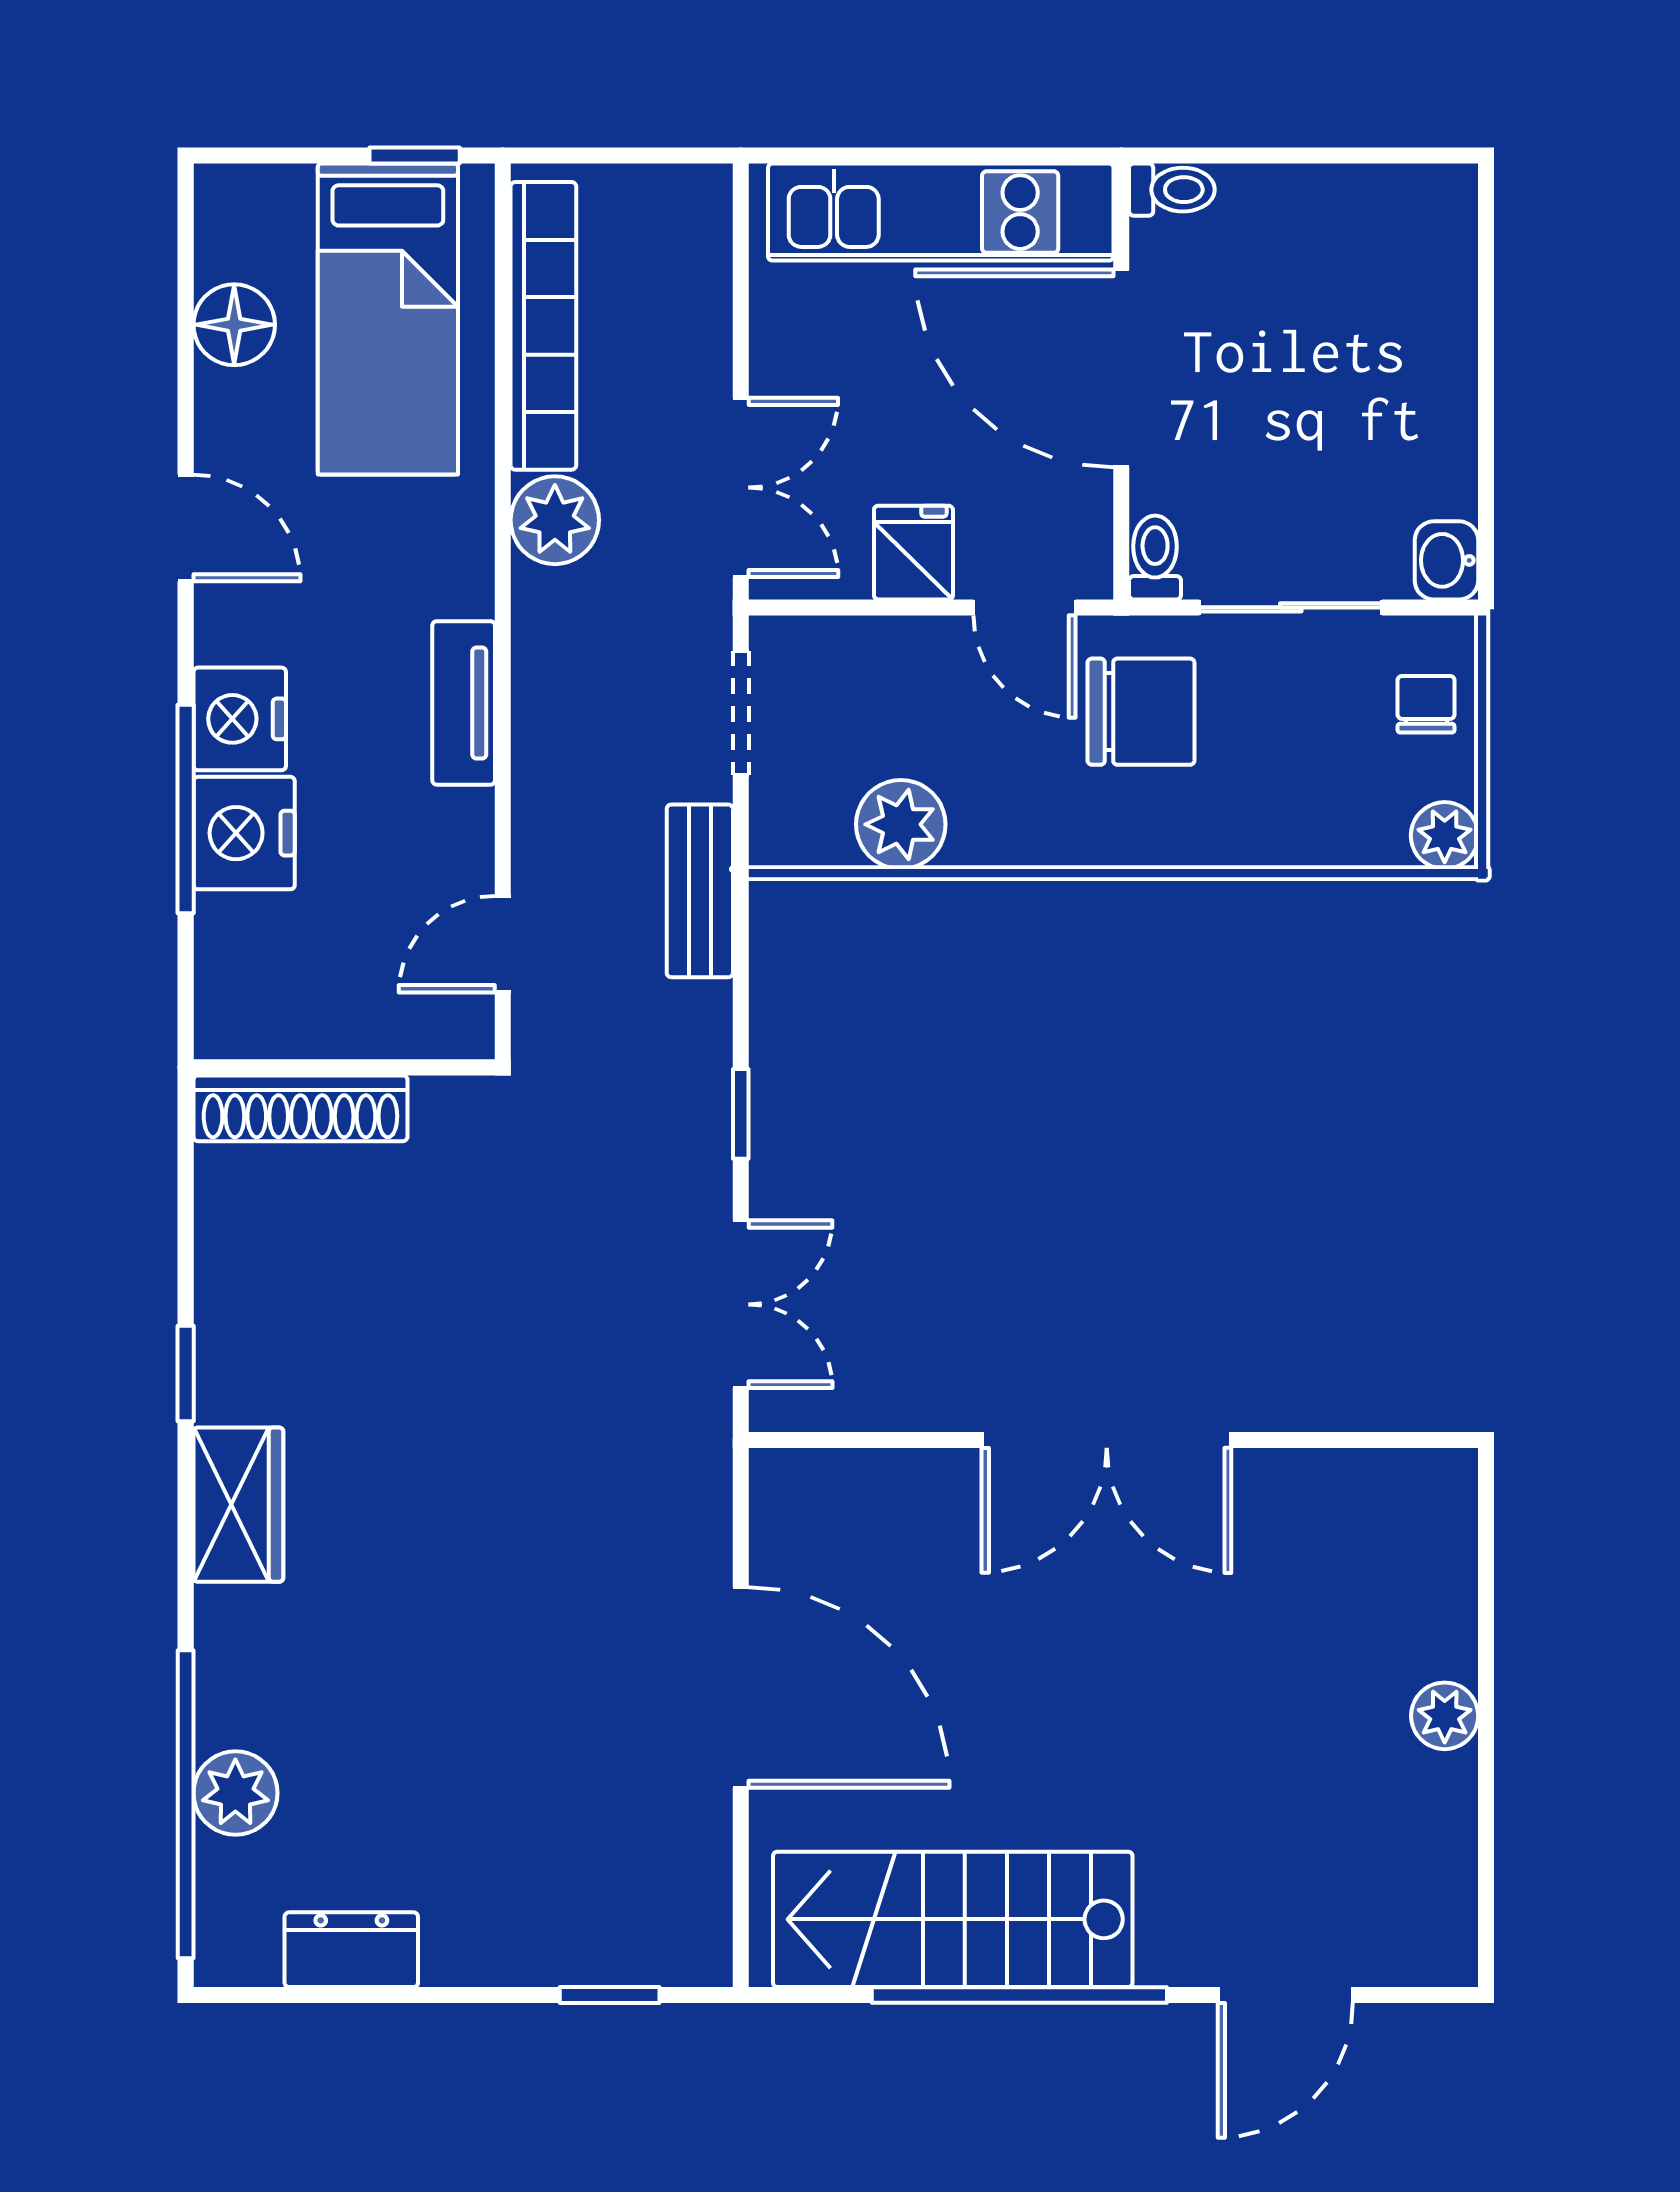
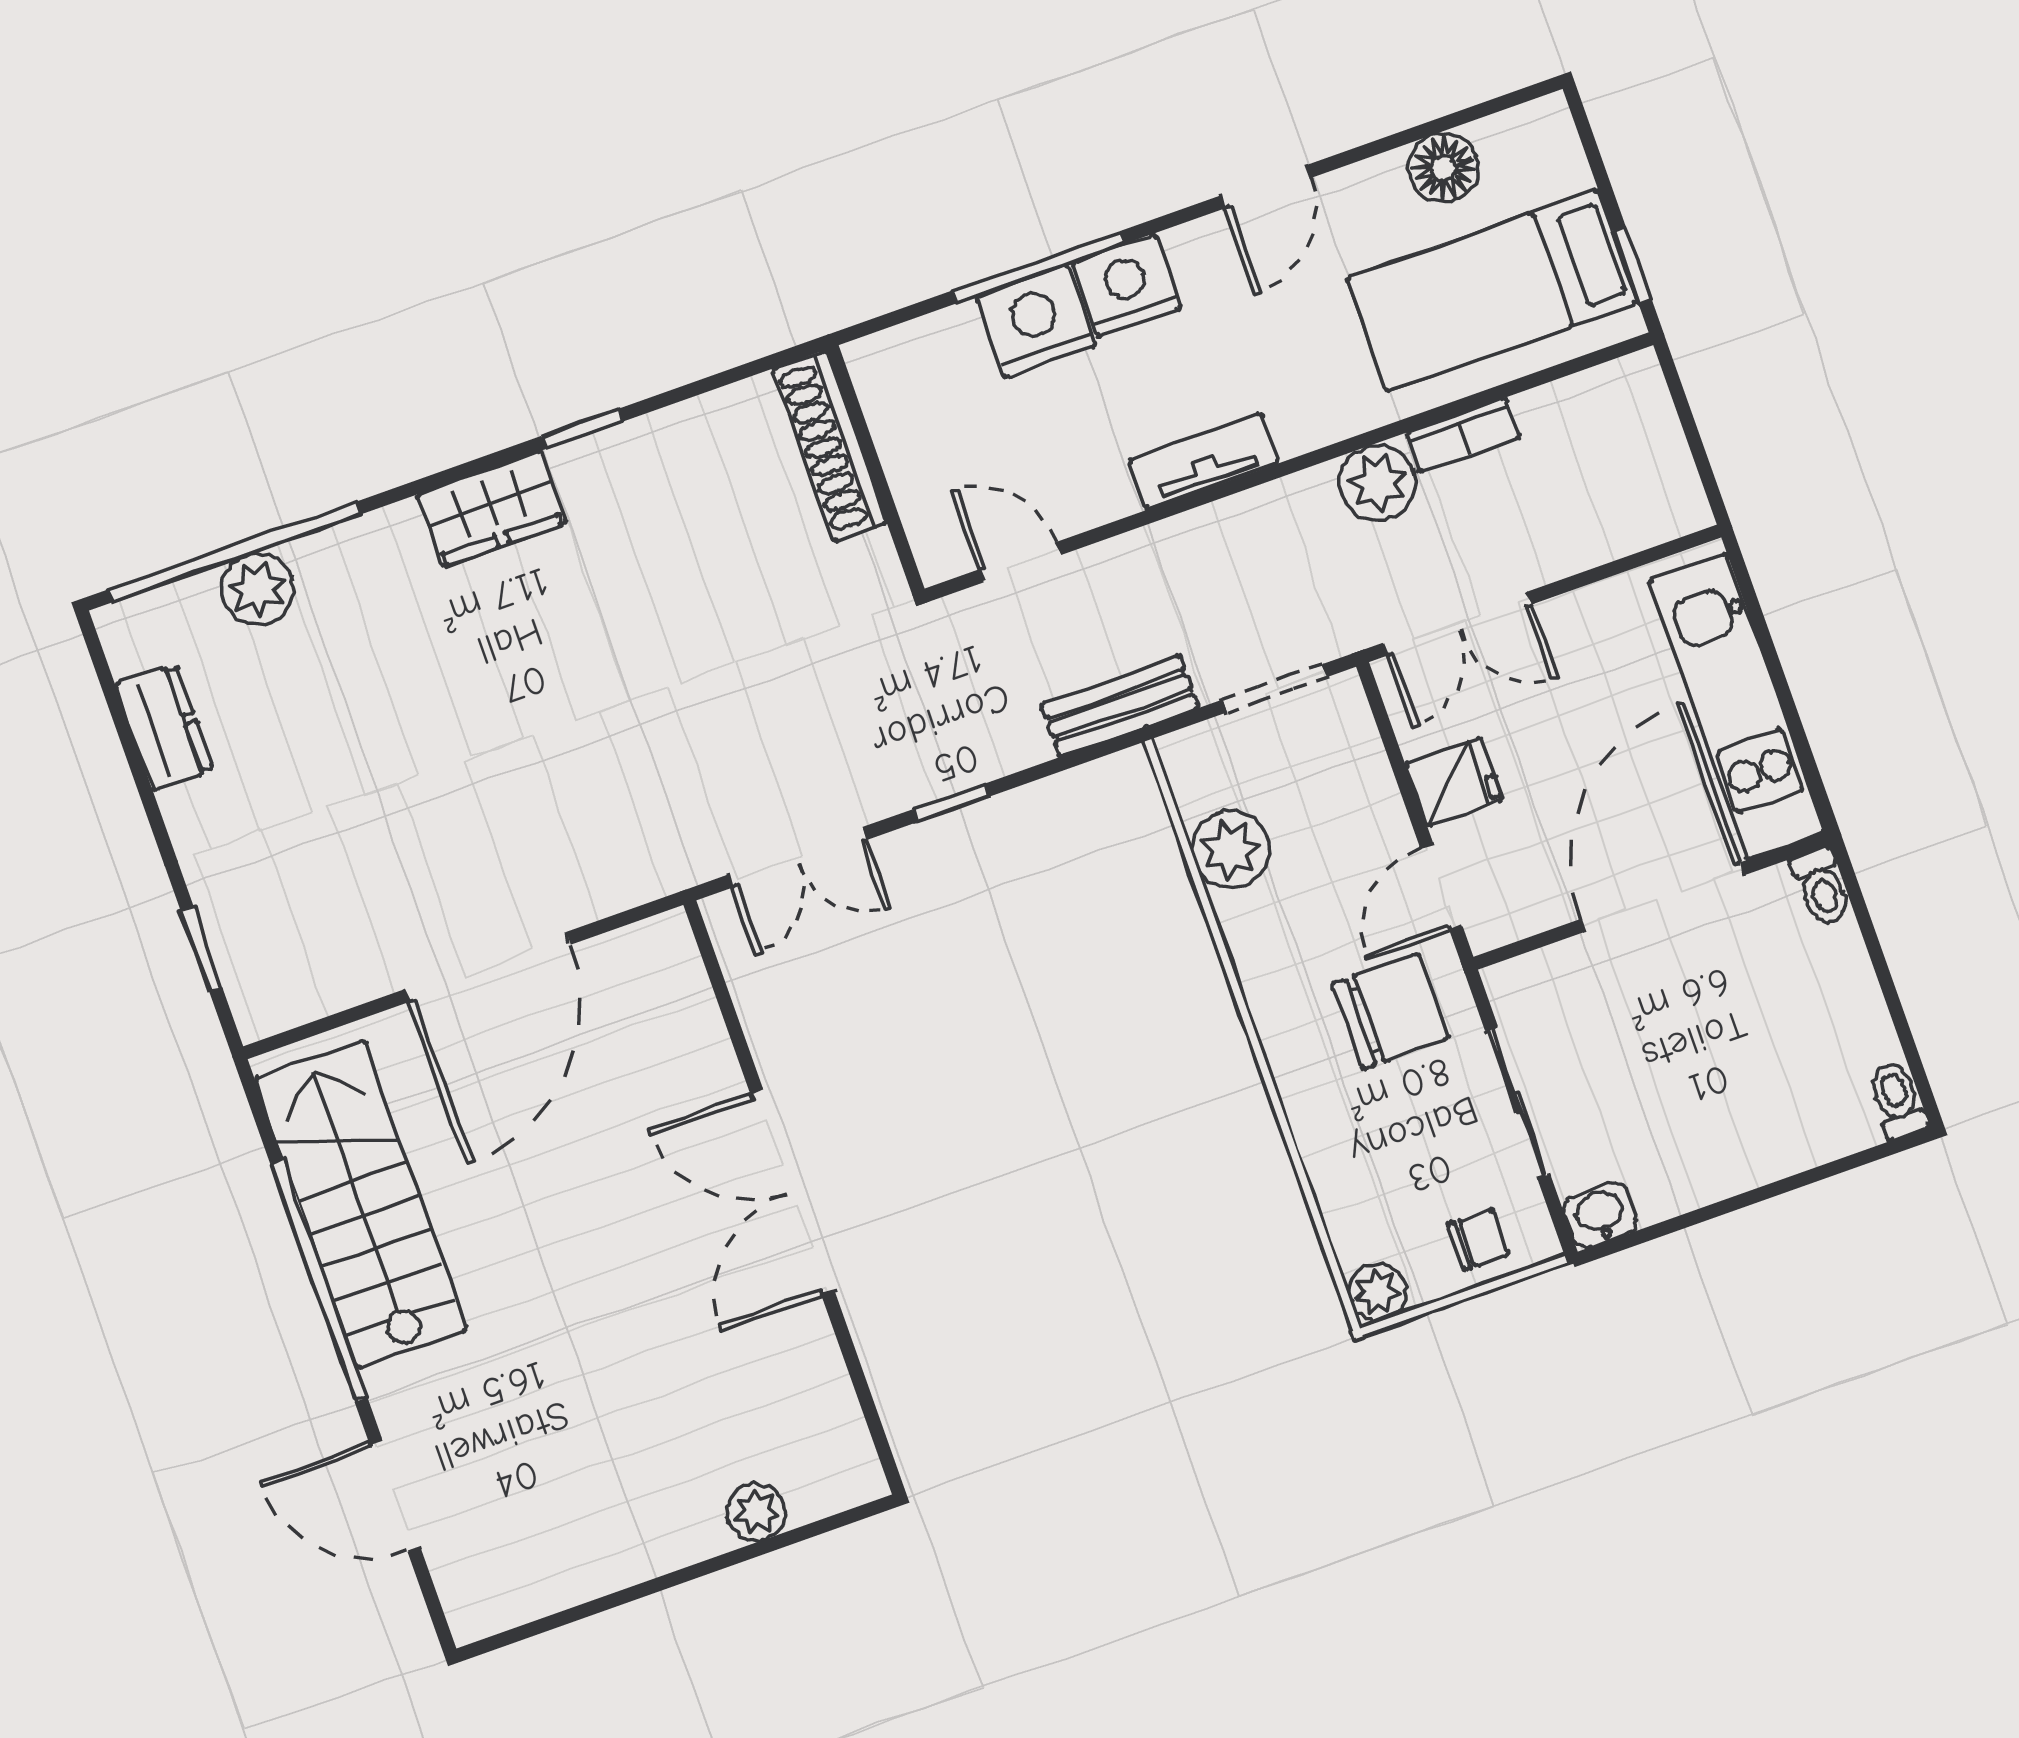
bookcase: (543, 326) -> (1463, 435), width x0.43, depth x0.76
toilet: (1155, 557) -> (1897, 1100), moved, turned -90
chair: (1141, 712) -> (1391, 1011), turned -90
plant: (1445, 1716) -> (756, 1512), moved

